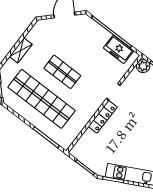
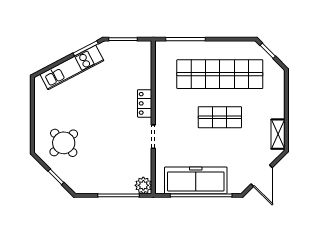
freezer: (119, 49) -> (196, 180), width x1.91, depth x1.26
shelving: (21, 50) -> (278, 134), moved
locker: (103, 117) -> (145, 103), width x0.66

